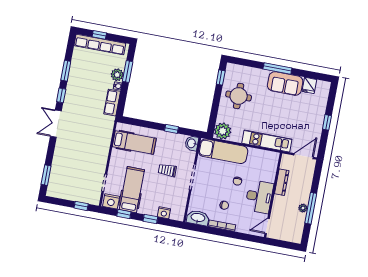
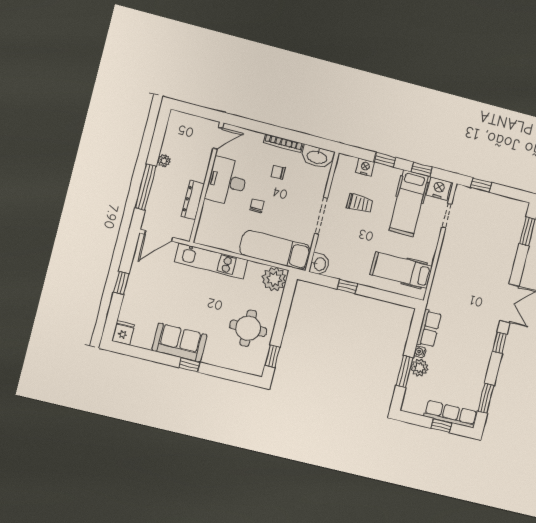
row of seats: (100, 44) -> (451, 414), width x0.73
window: (277, 69) -> (189, 365), width x0.46
window: (66, 71) -> (486, 398), moved
fridge: (309, 85) -> (123, 333), moved
trolley: (167, 170) -> (360, 203), moved
window: (311, 208) -> (146, 187), moved

